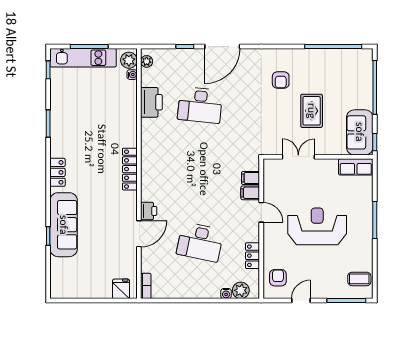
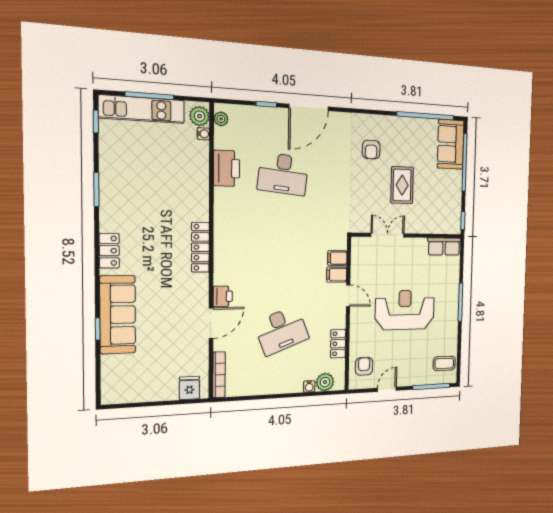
sofa: (360, 132) -> (451, 144), moved
desk: (200, 242) -> (281, 331), turned -33
bookcase: (146, 286) -> (219, 375), width x1.56

